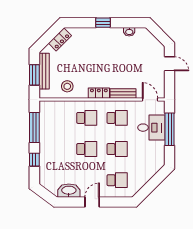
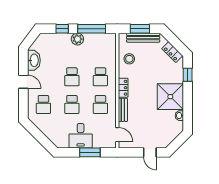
window: (103, 23) -> (188, 75), moved
shower: (109, 42) -> (170, 97), added
door: (170, 64) -> (150, 152), hinge flipped
door: (150, 100) -> (117, 135), hinge flipped
desk: (151, 128) -> (81, 136), moved
window: (170, 129) -> (90, 152), width x0.69
plant: (46, 143) -> (77, 39), added

